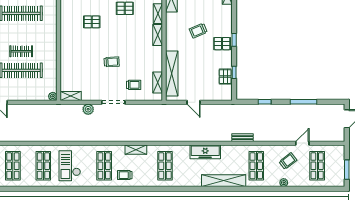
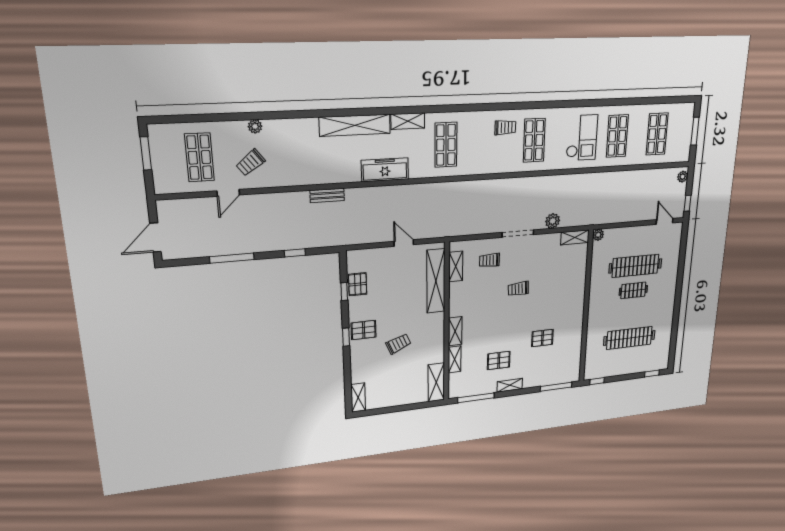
shelving: (136, 150) -> (408, 121), moved
shop shelf: (256, 166) -> (303, 152), removed

